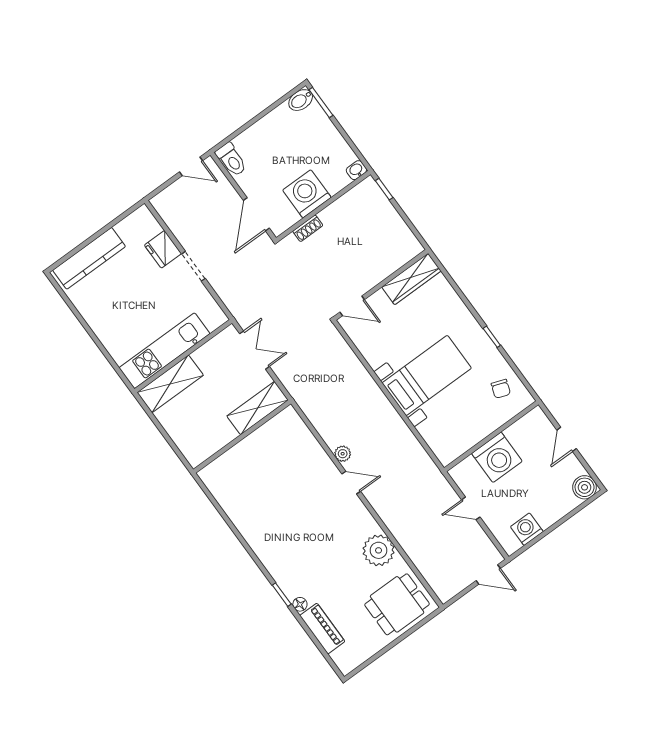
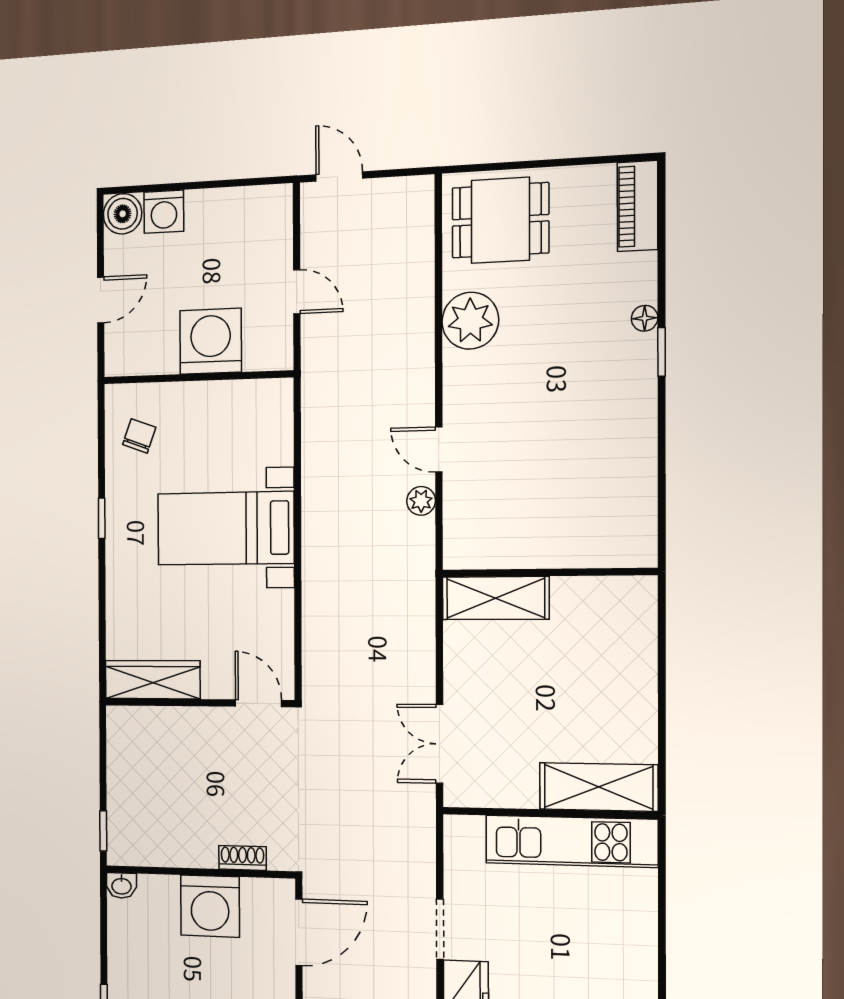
shelving: (258, 408) -> (496, 598), moved
wall: (242, 437) -> (549, 572), moved
washing machine: (527, 529) -> (164, 212), moved
piano: (322, 629) -> (638, 206), moved

